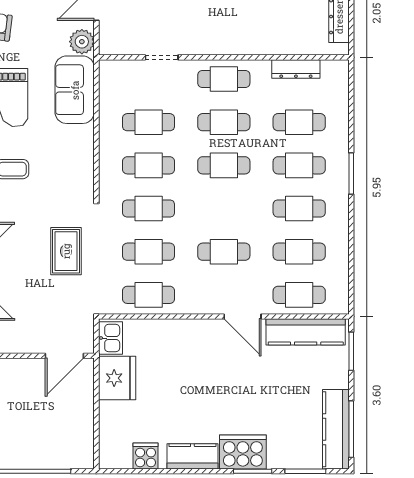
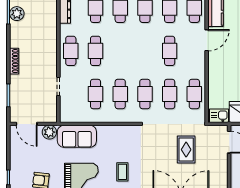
cafe table: (224, 165) -> (120, 51), removed
rug: (66, 251) -> (186, 150), moved, turned 90

